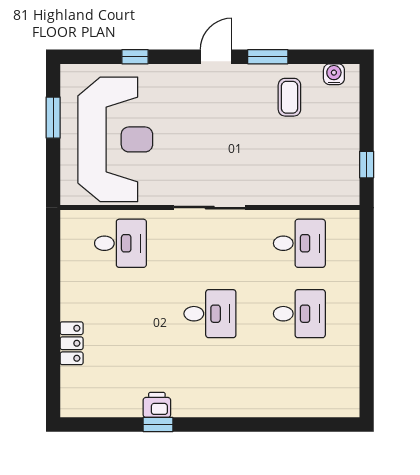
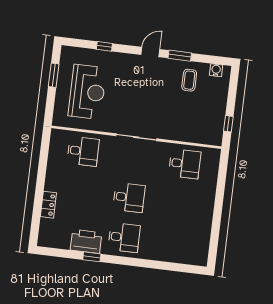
reception desk: (115, 139) -> (87, 92), width x0.74, depth x0.77
desk: (299, 314) -> (124, 237), moved
printer: (157, 405) -> (86, 241), width x1.87, depth x1.48

